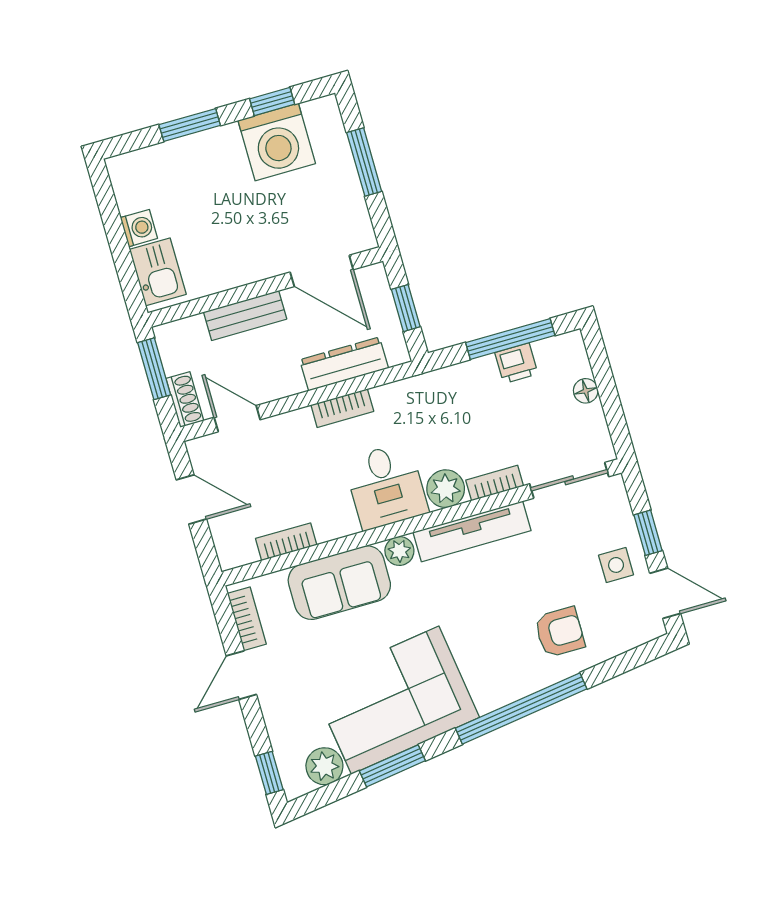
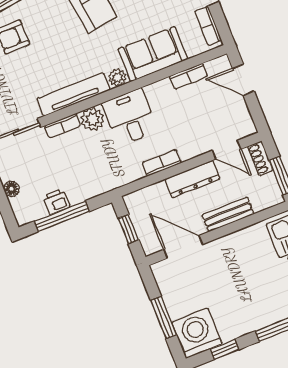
washing machine: (277, 142) -> (197, 333), moved
dresser: (344, 364) -> (193, 179), moved
door: (191, 499) -> (243, 80), moved

